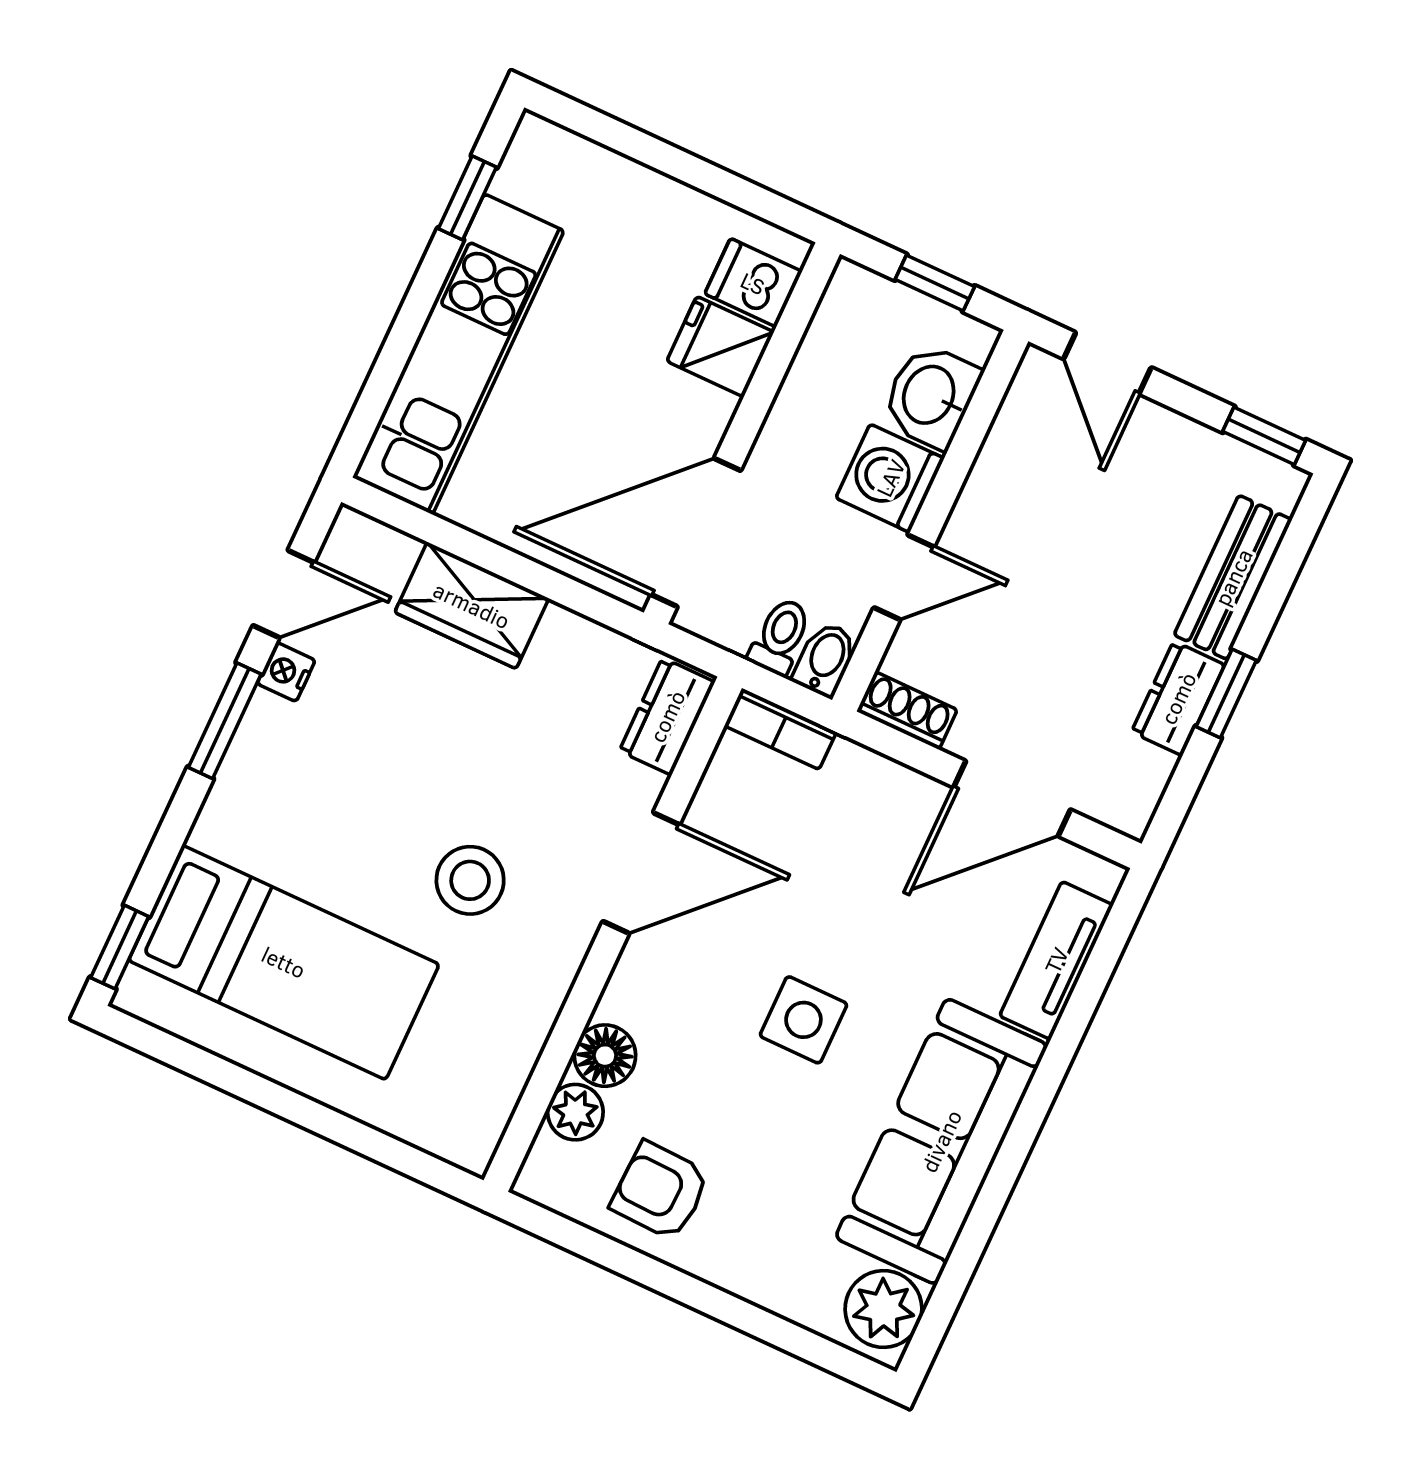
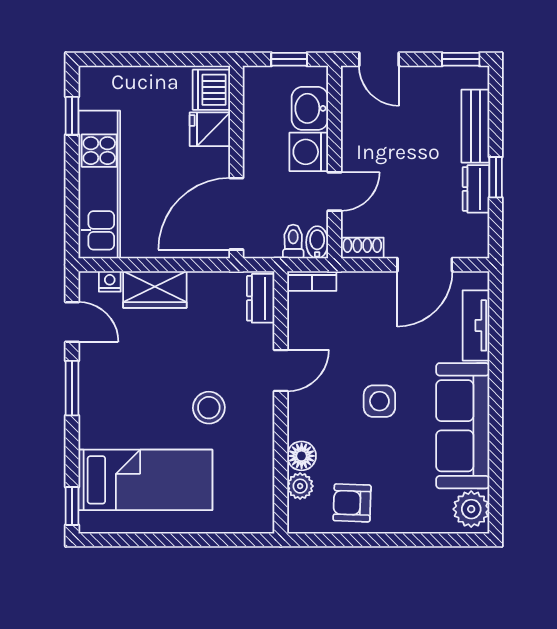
dishwasher: (753, 283) -> (211, 90), width x1.38
door: (284, 594) -> (72, 322), hinge flipped
nightstand: (286, 672) -> (110, 281), moved, turned 90
door: (641, 873) -> (281, 370), width x0.73

